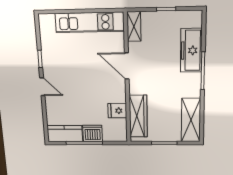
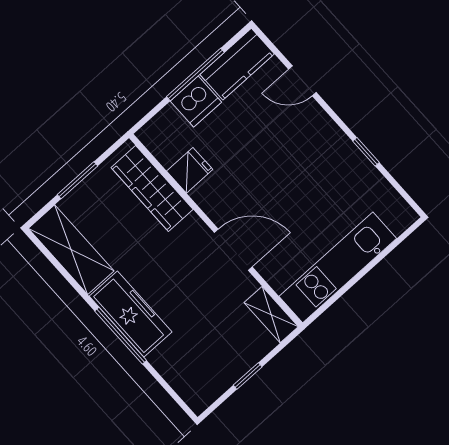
freezer: (191, 50) -> (131, 314), moved
door: (42, 87) -> (302, 81), moved

